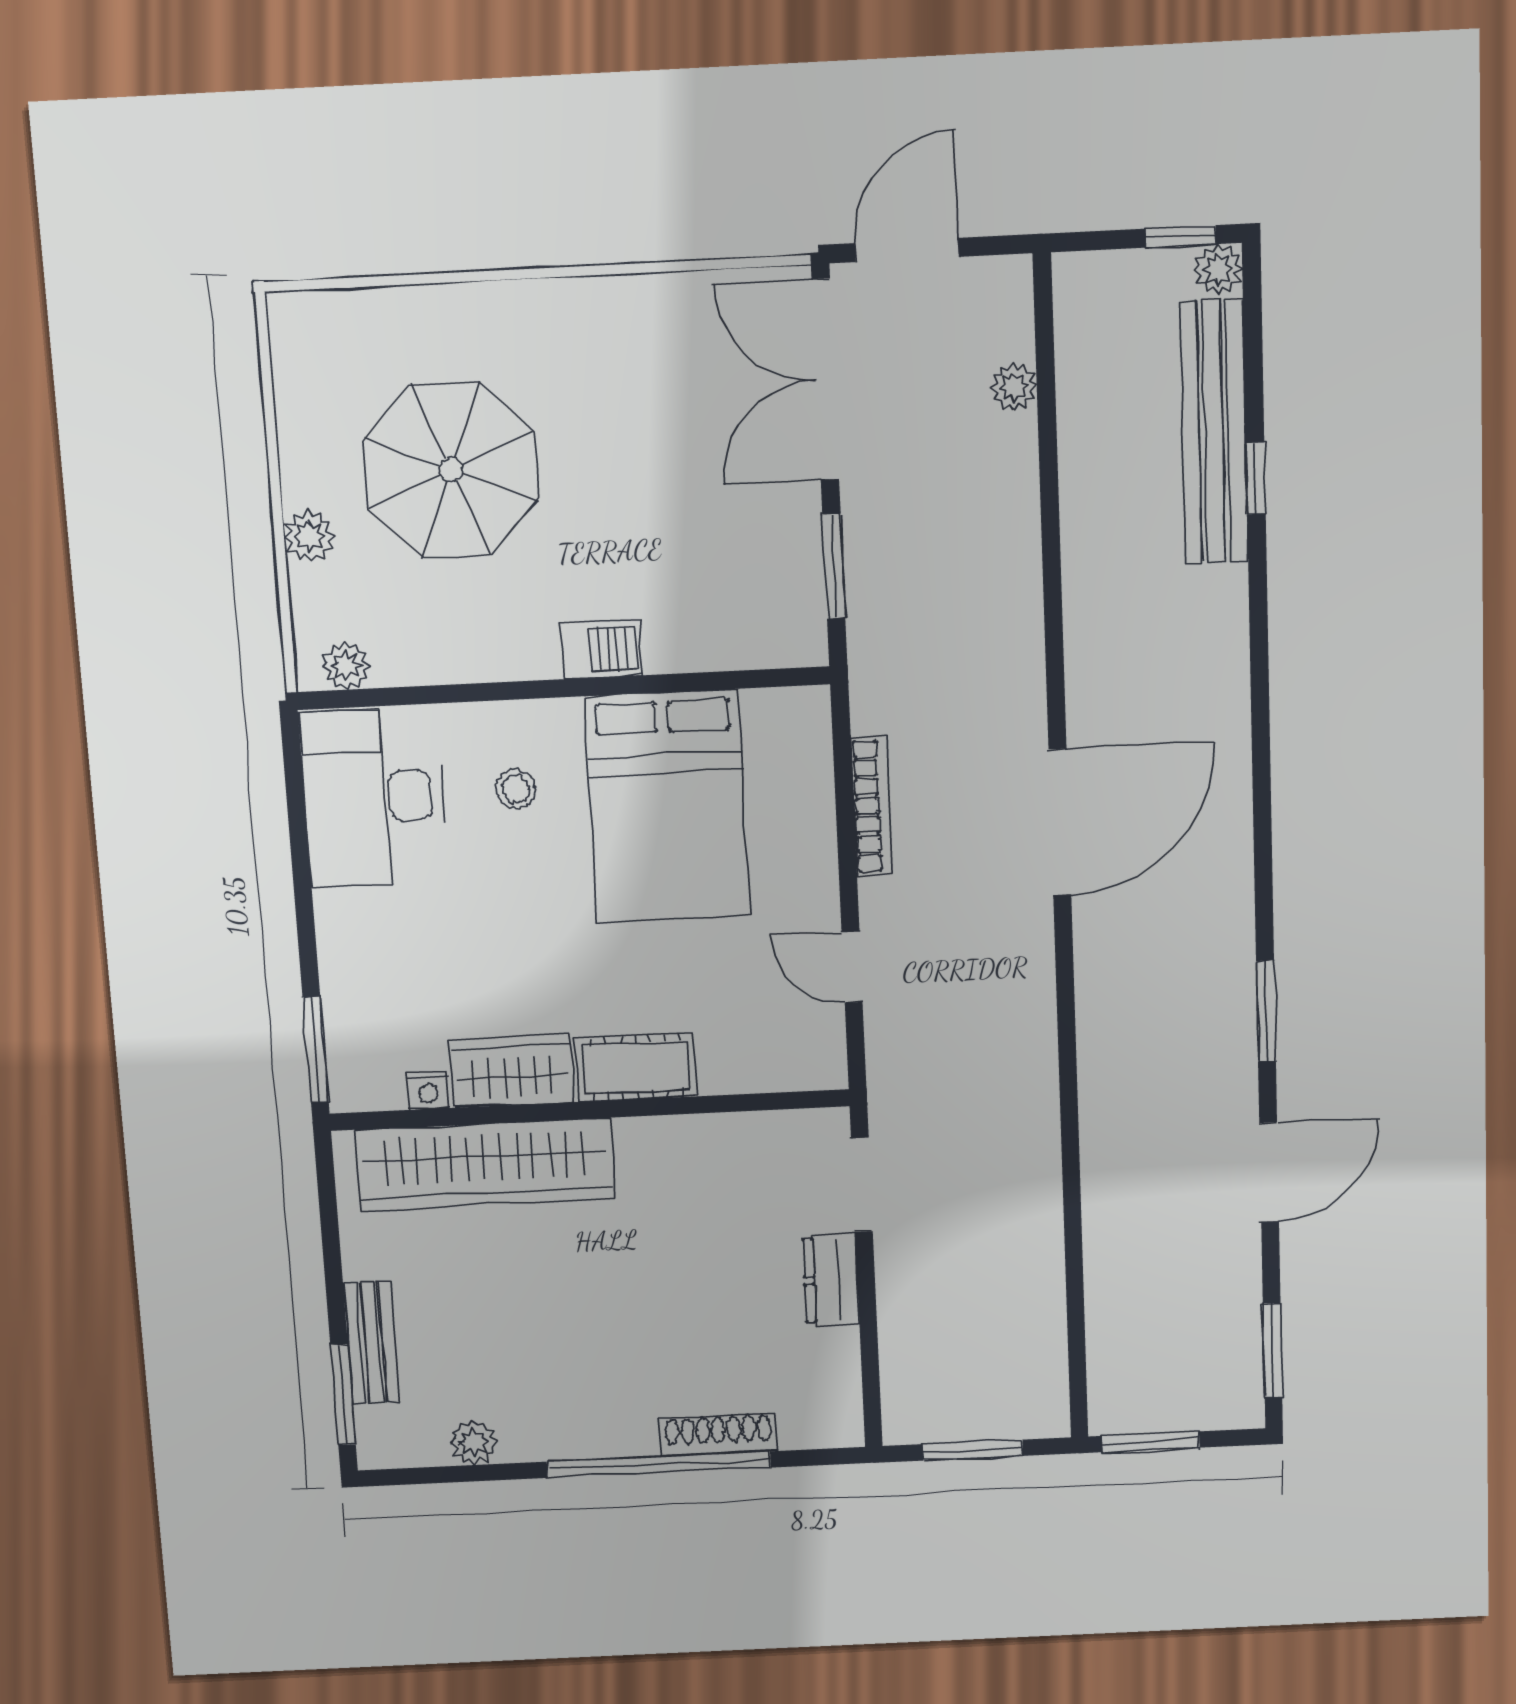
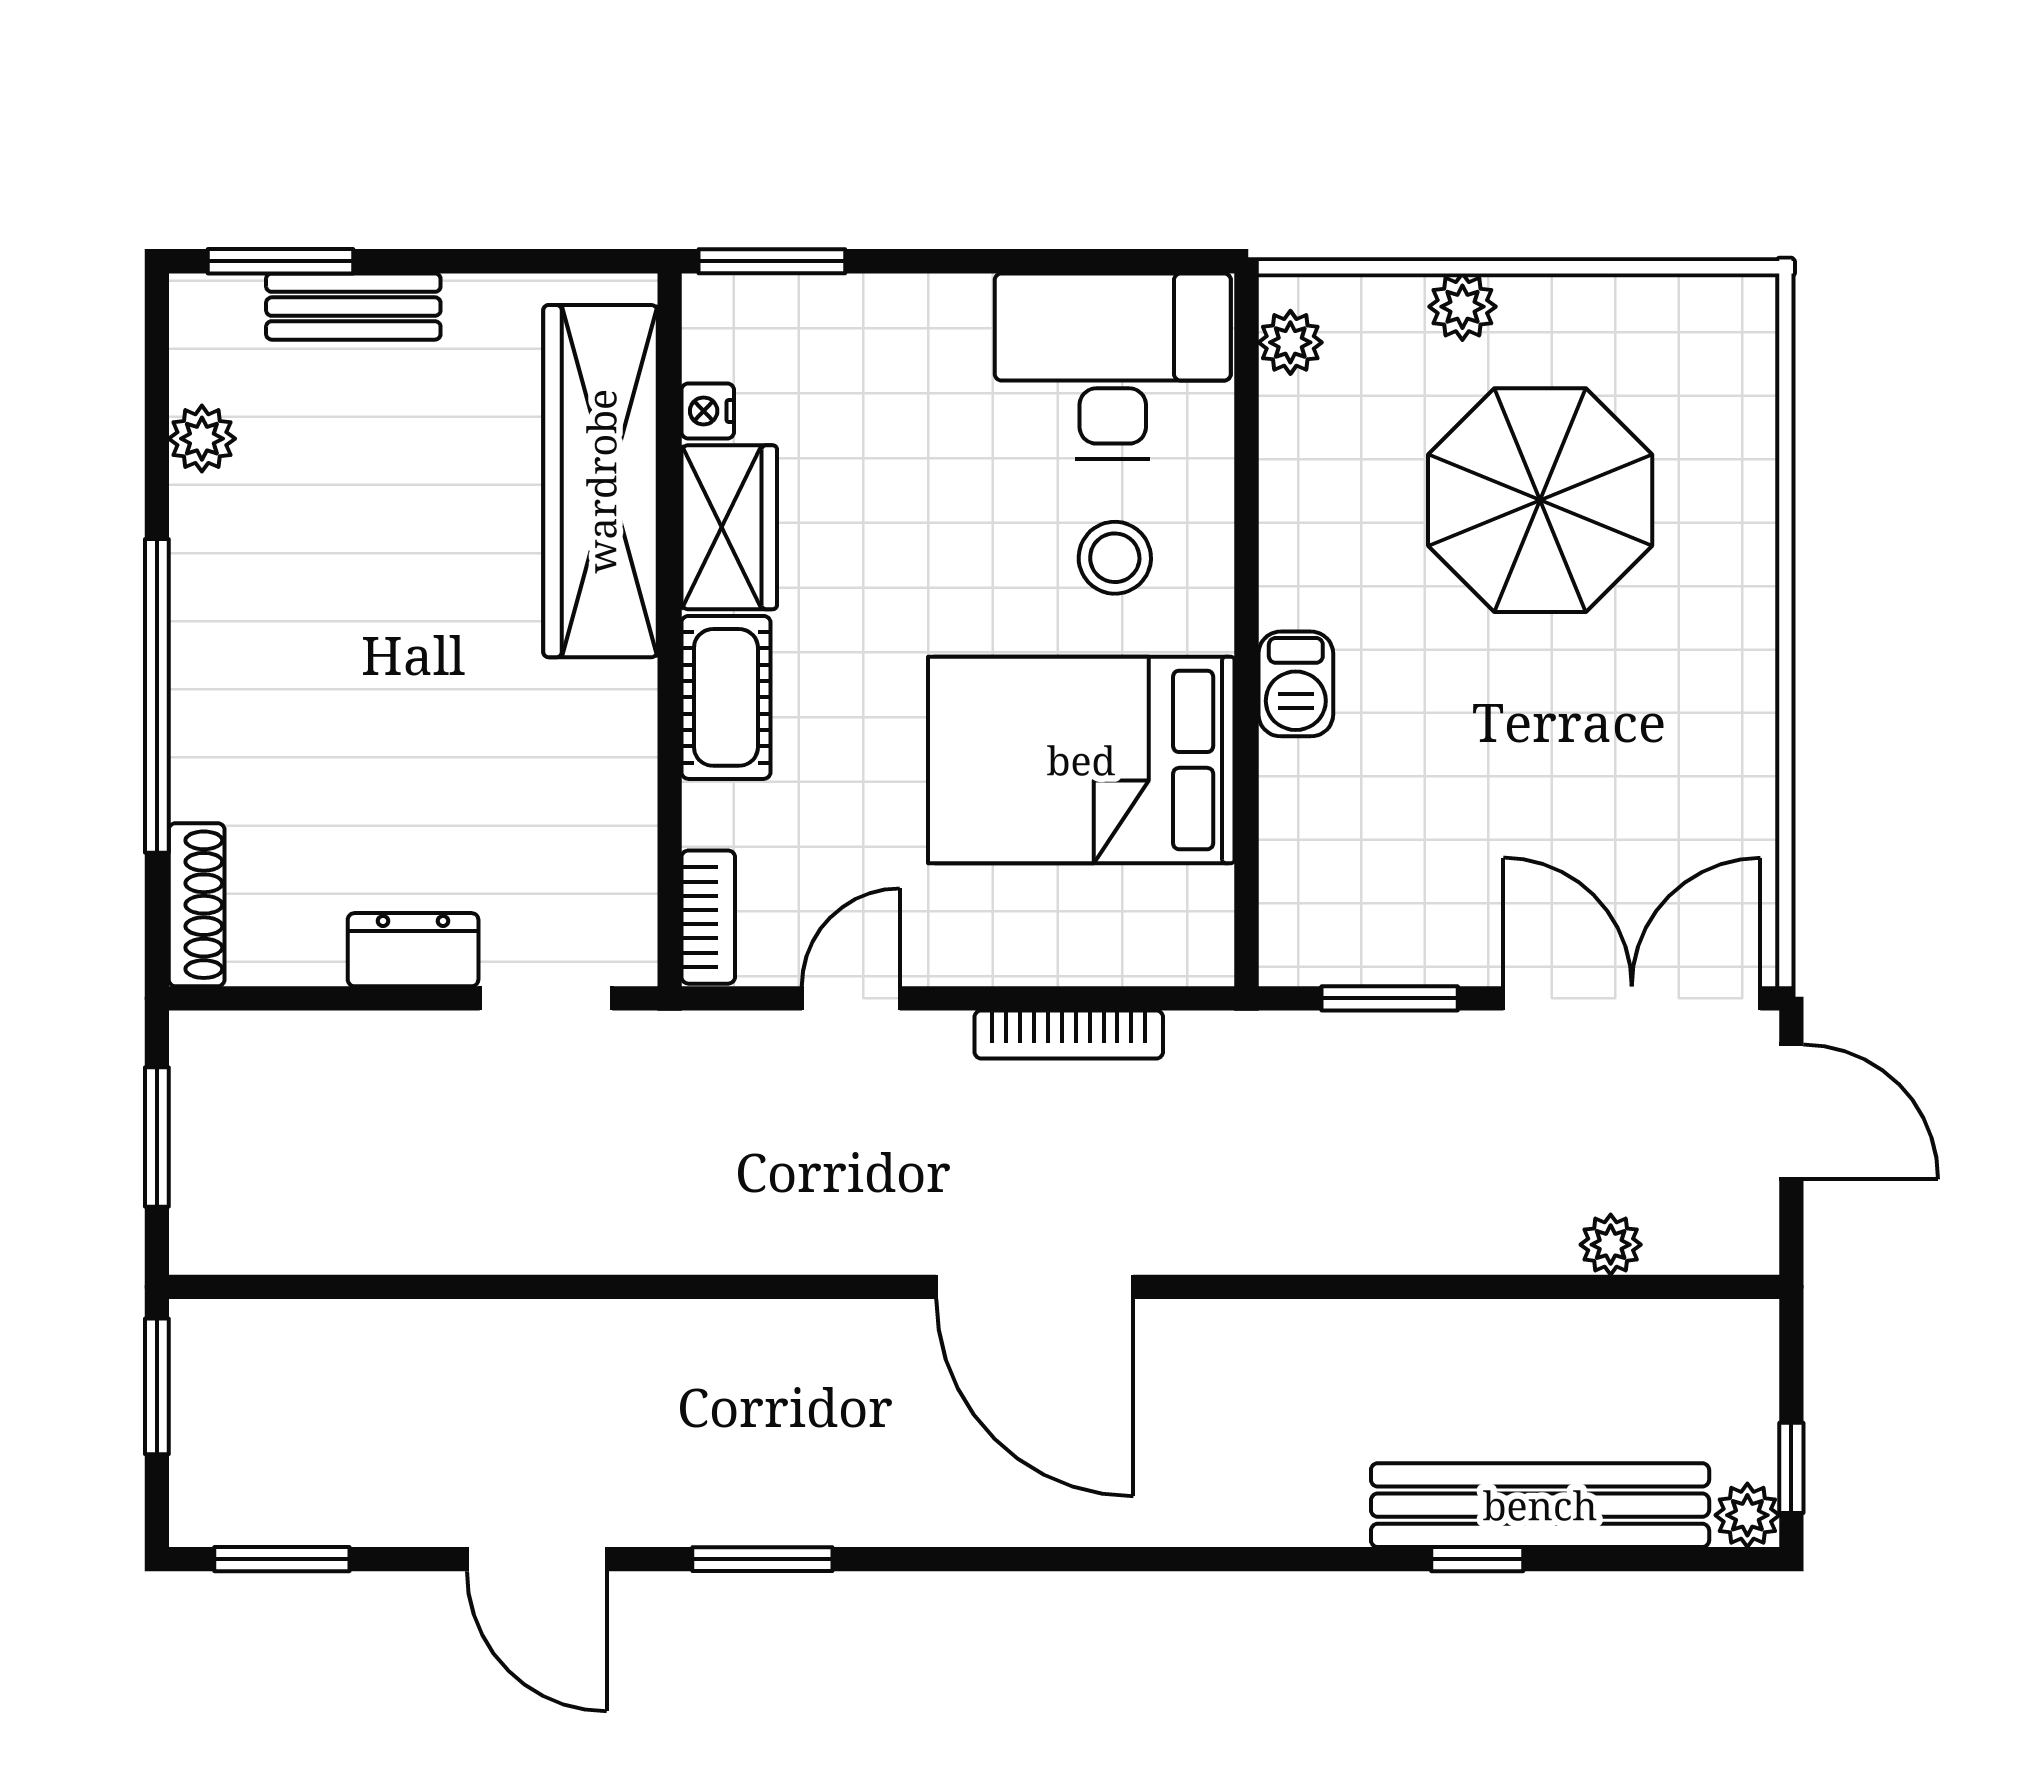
stool: (516, 789) -> (1115, 558), width x1.37, depth x1.37
bookcase: (797, 1072) -> (708, 917), added
shoe rack: (718, 1435) -> (197, 905), moved

